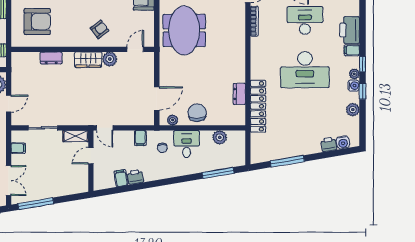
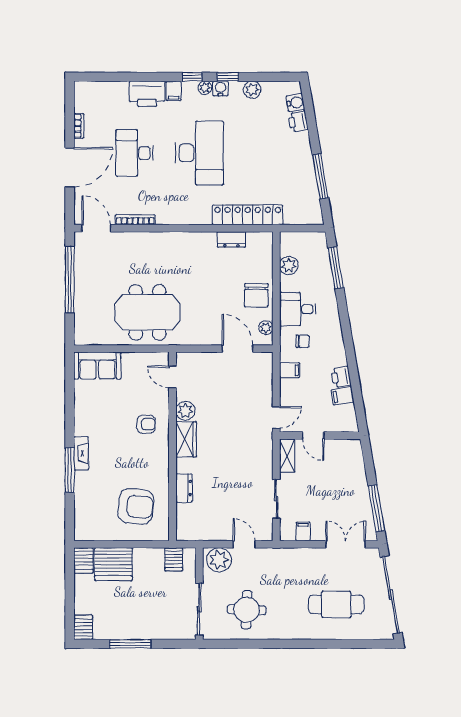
armchair: (37, 22) -> (136, 506), turned 95
armchair: (100, 29) -> (146, 424), turned 127
chair: (197, 113) -> (256, 295), turned -89

